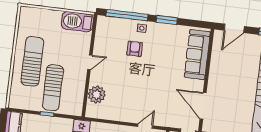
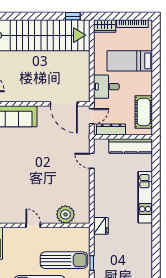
armchair: (135, 49) -> (14, 181), removed
door: (203, 106) -> (64, 104), hinge flipped

